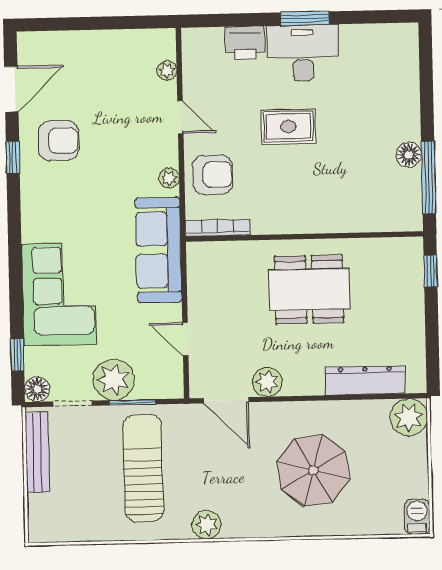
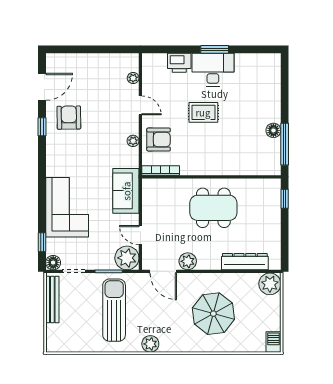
armchair: (58, 141) -> (69, 118), turned -91
sofa: (158, 250) -> (126, 191), width x0.73
plant: (114, 380) -> (127, 258), moved

